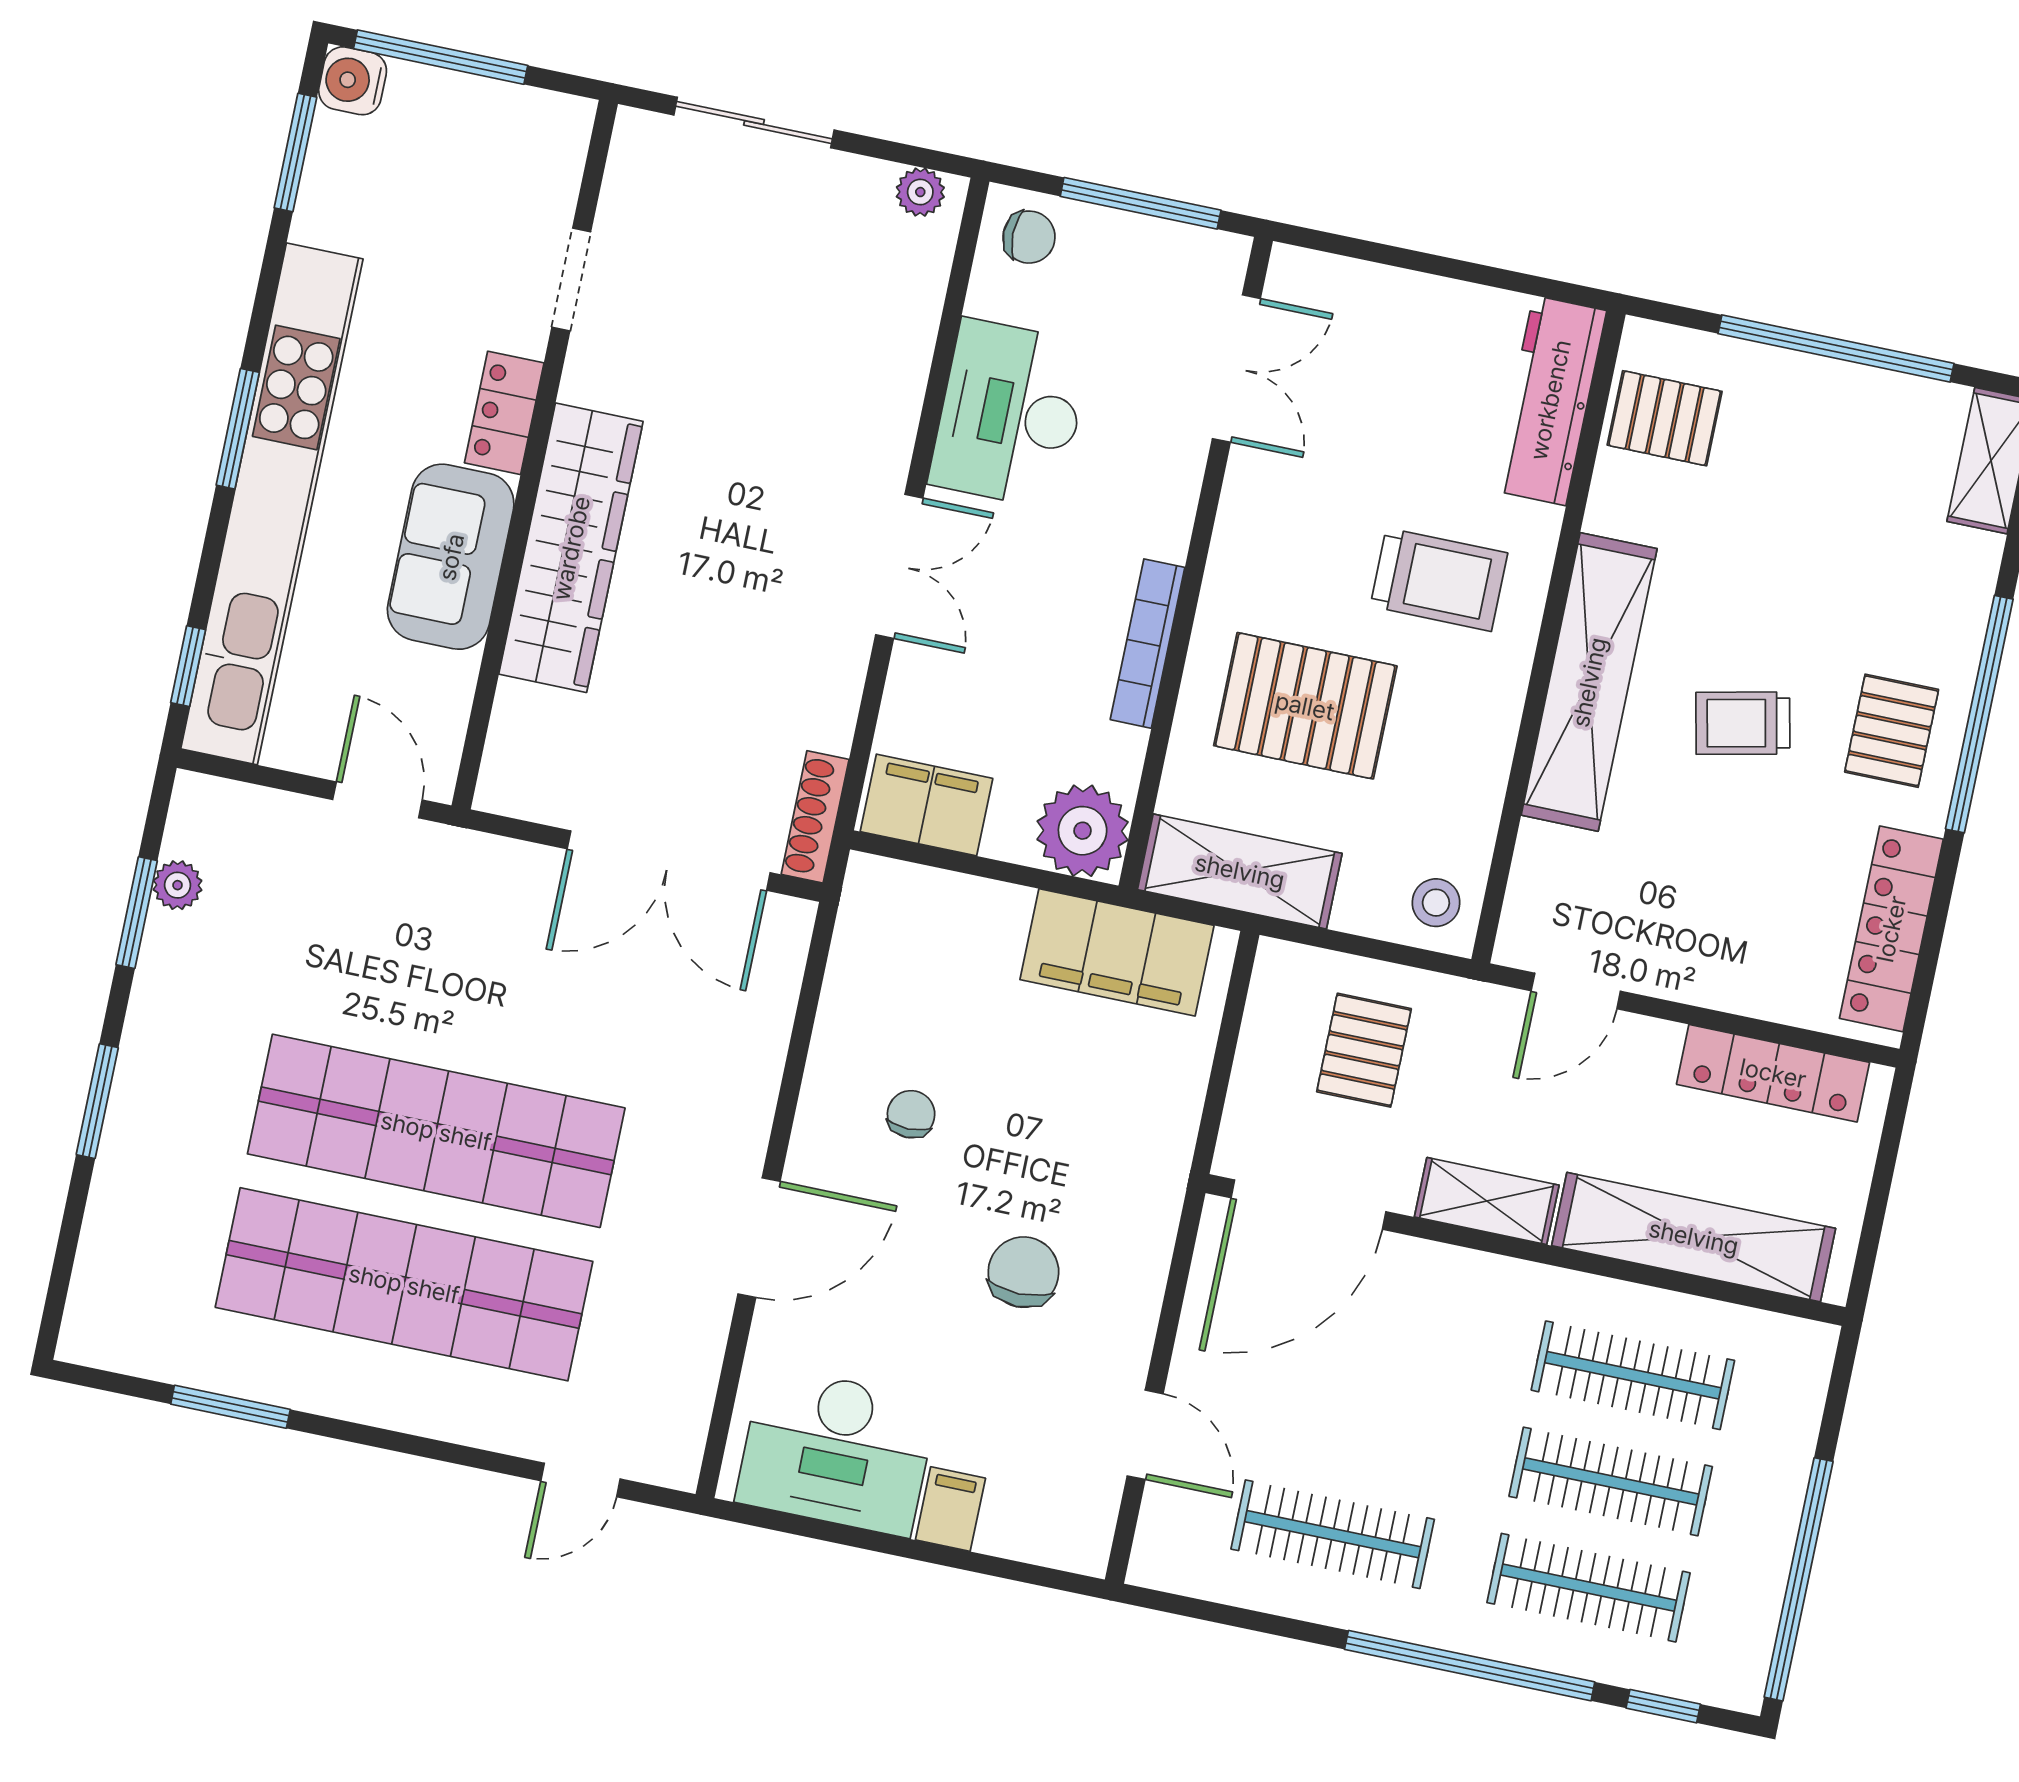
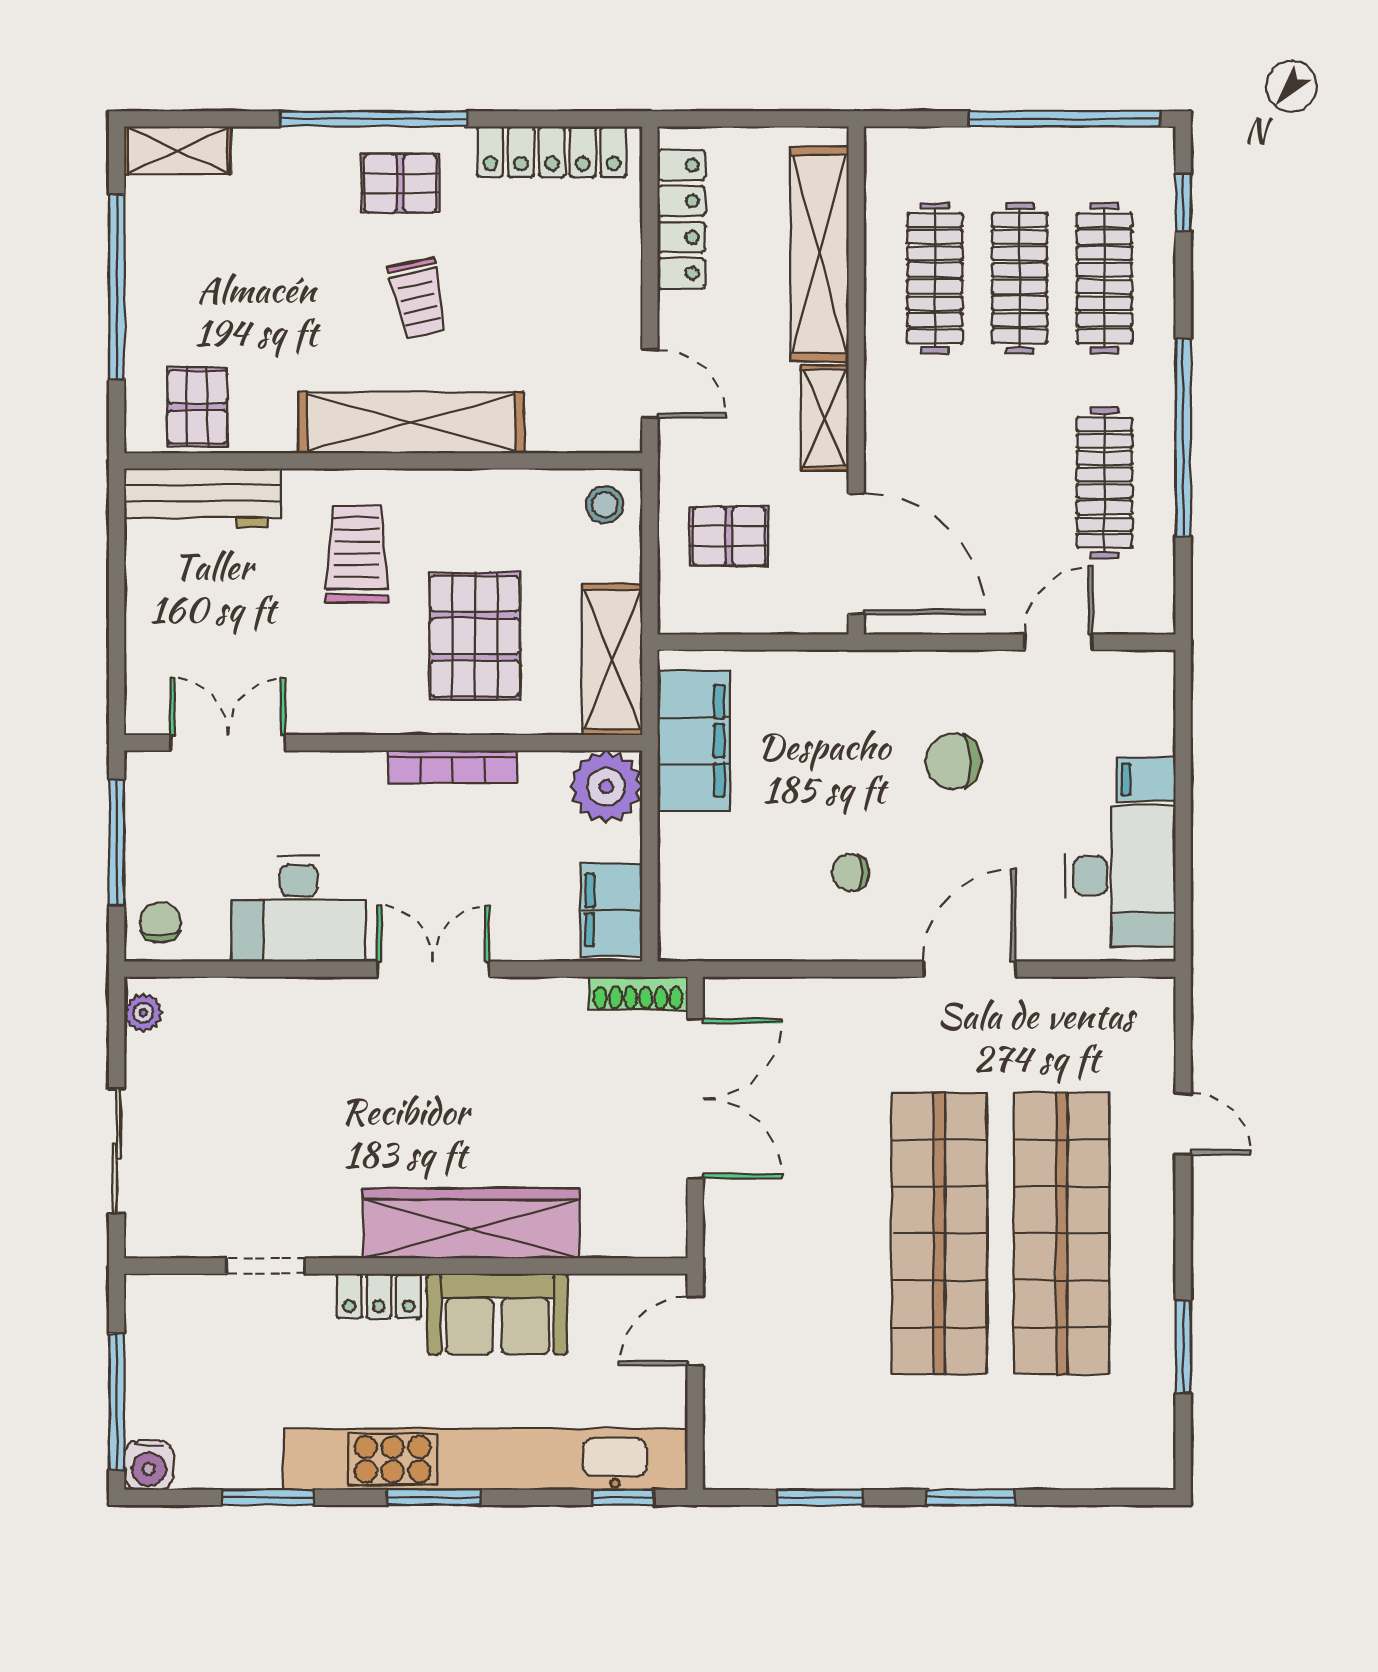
window: (295, 152) -> (268, 1497), moved
plant: (178, 885) -> (792, 1470), removed
door: (759, 1238) -> (969, 969), hinge flipped
door: (580, 1480) -> (1183, 1124), moved
window: (1470, 1666) -> (1183, 437), moved

